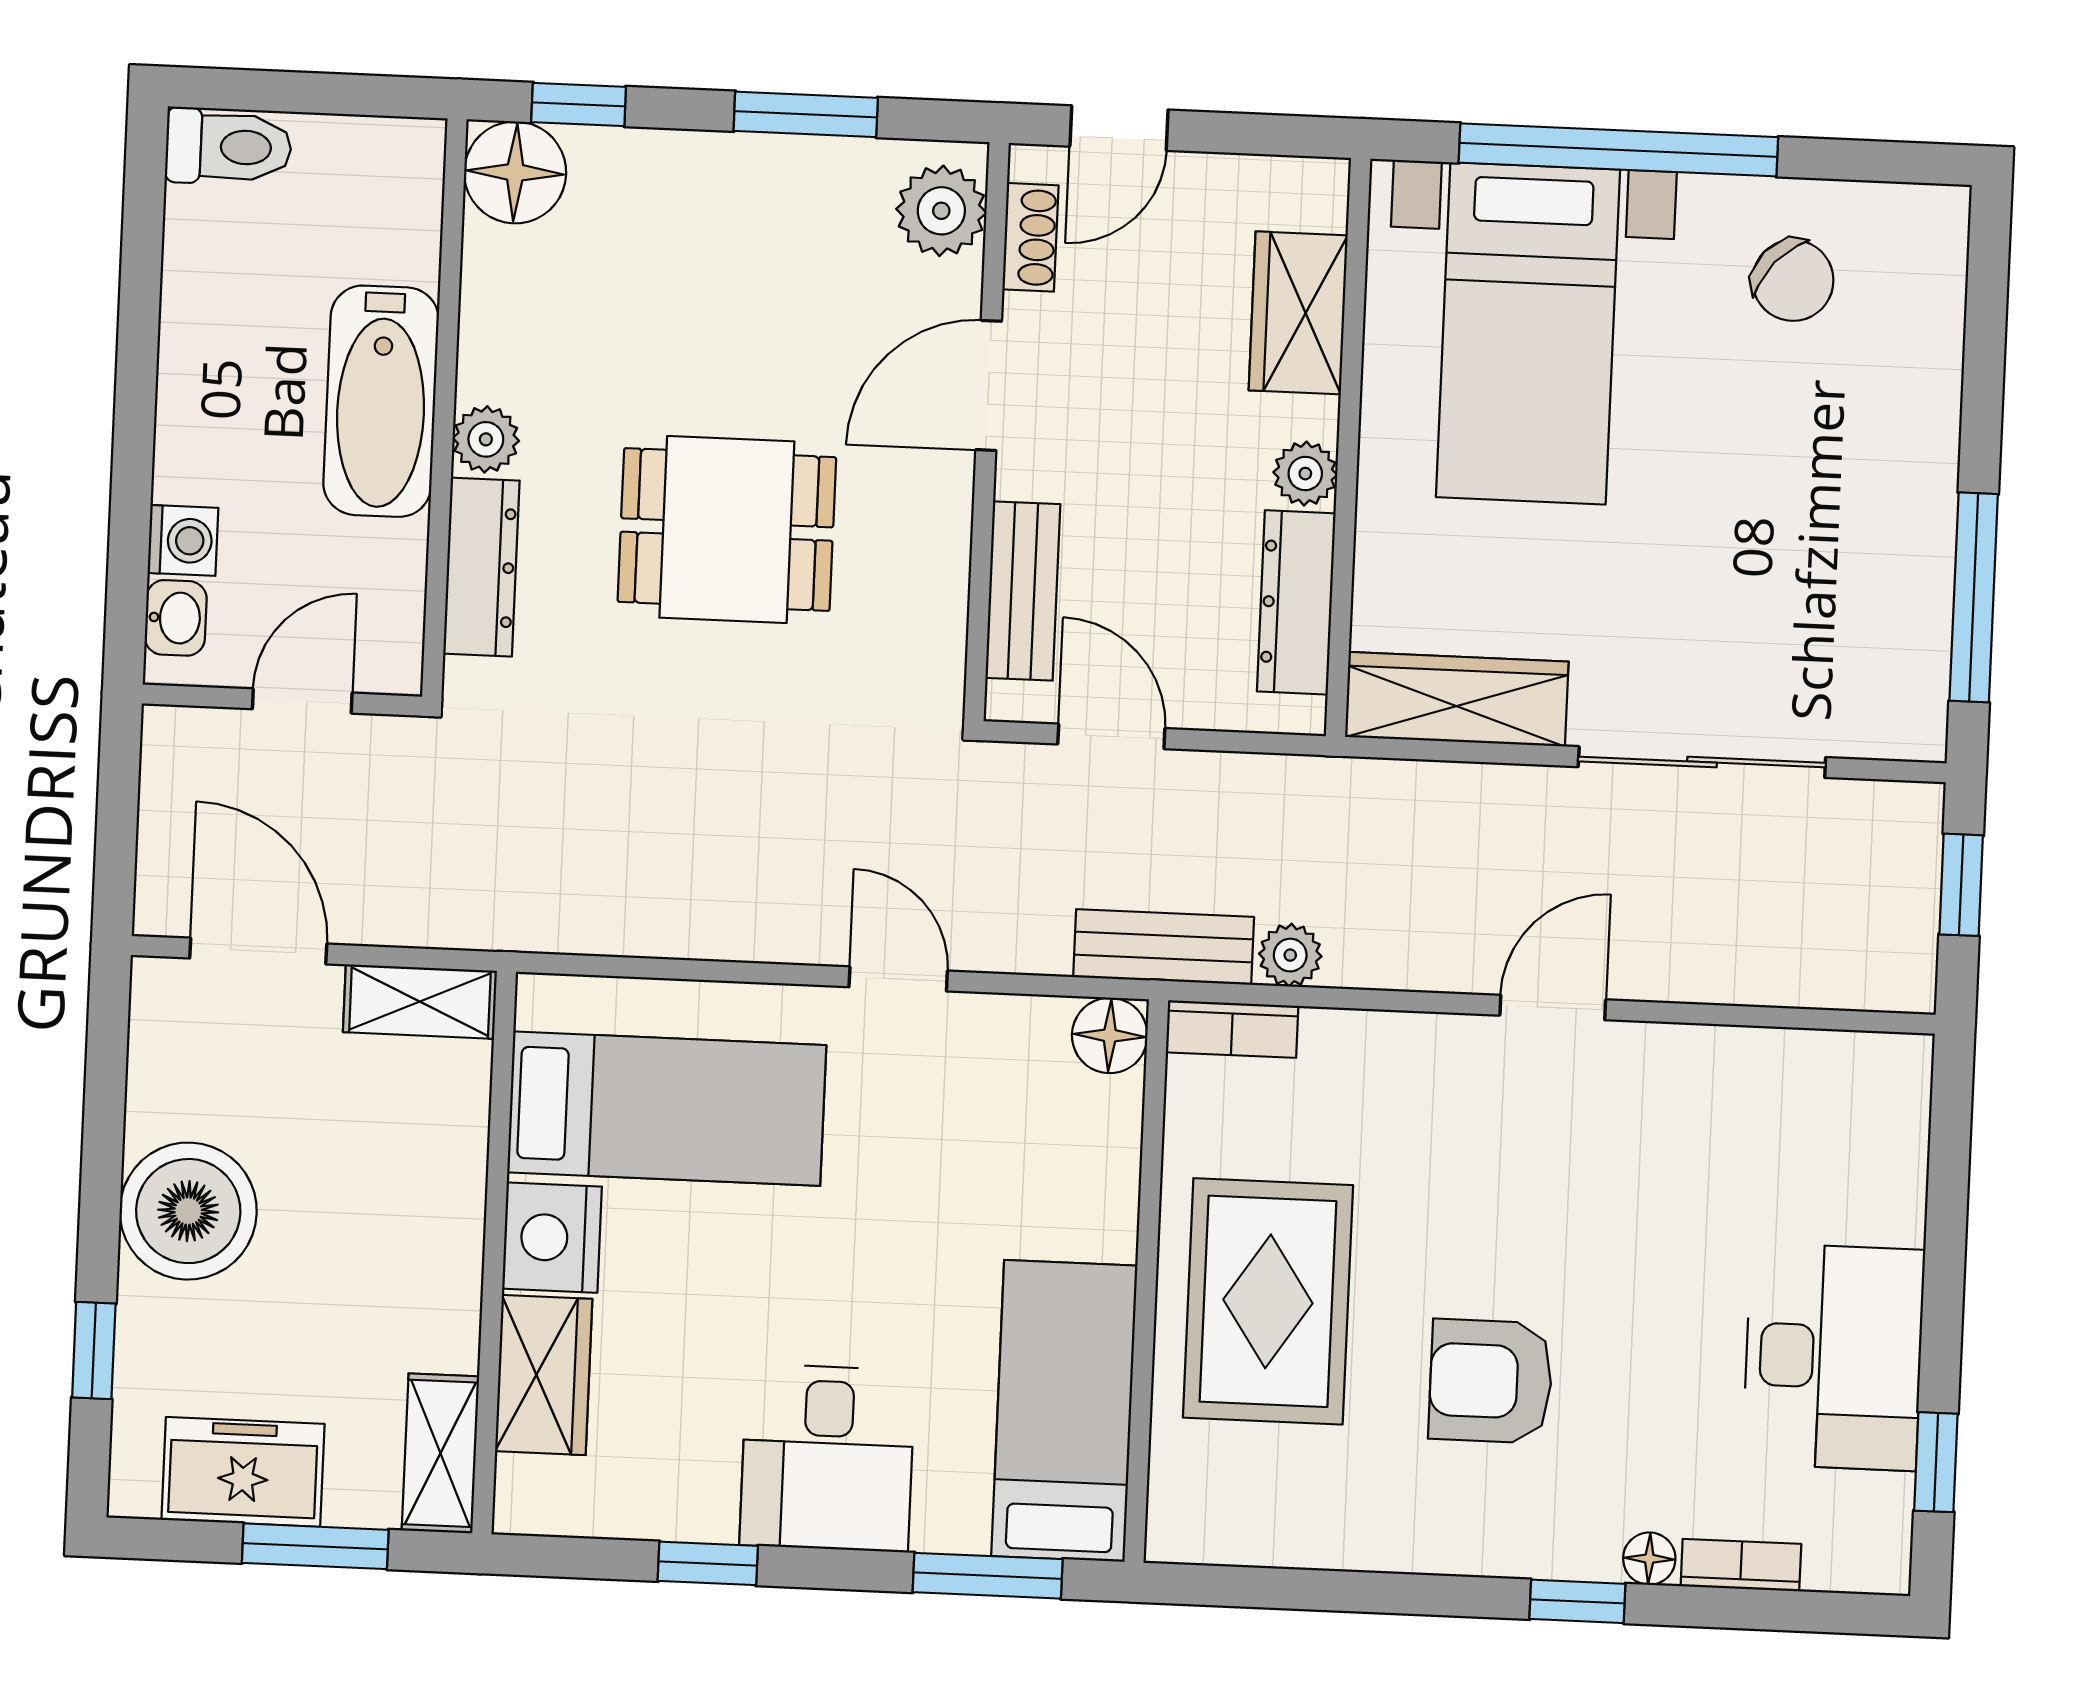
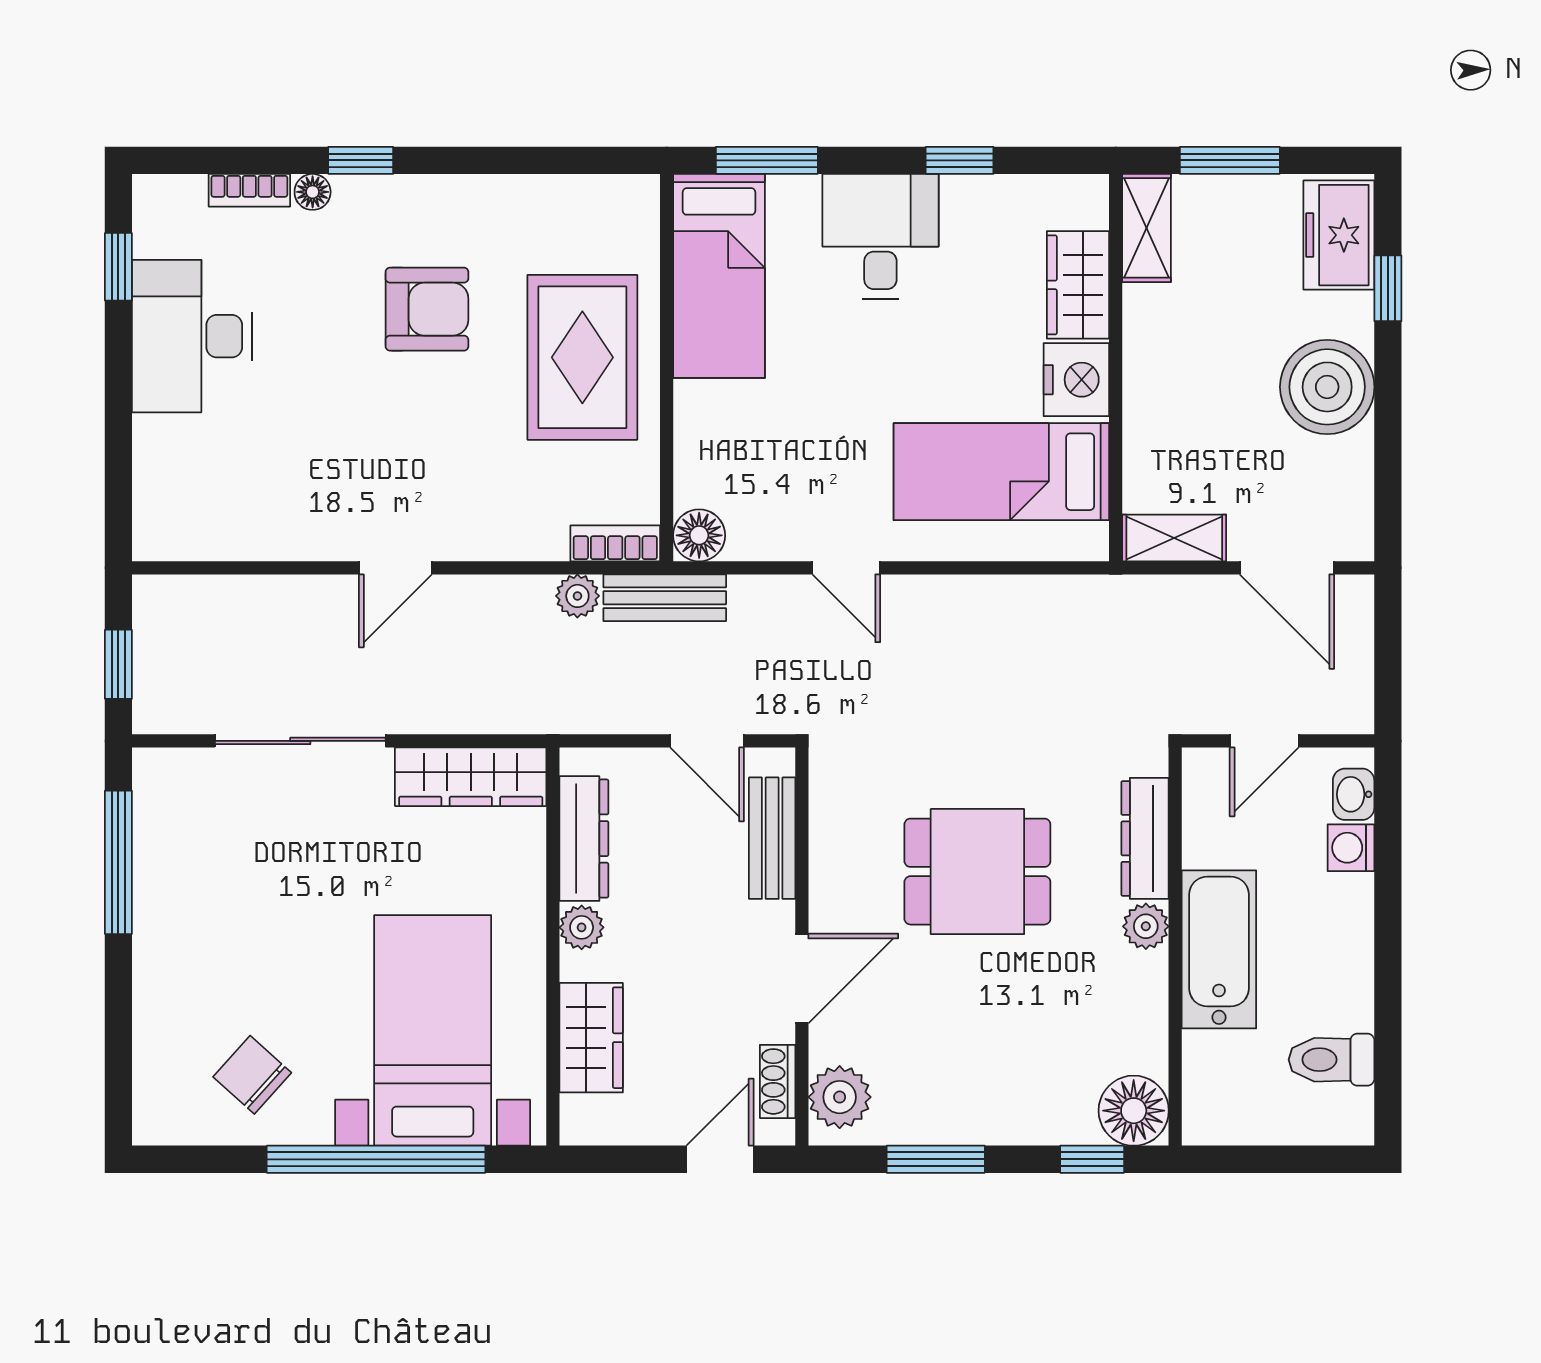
toilet: (228, 147) -> (1331, 1060), moved
freezer: (243, 1472) -> (1339, 235), moved, turned 90

